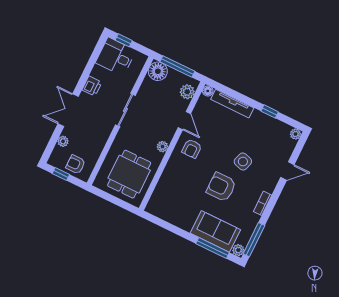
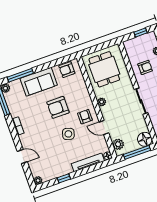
side table: (243, 162) -> (68, 134), moved
armchair: (76, 164) -> (145, 67), moved
door: (287, 171) -> (22, 157), swing flipped
armchair: (221, 187) -> (58, 107), moved, turned 180
armchair: (164, 209) -> (67, 70), added
sofa: (215, 231) -> (39, 82), moved

